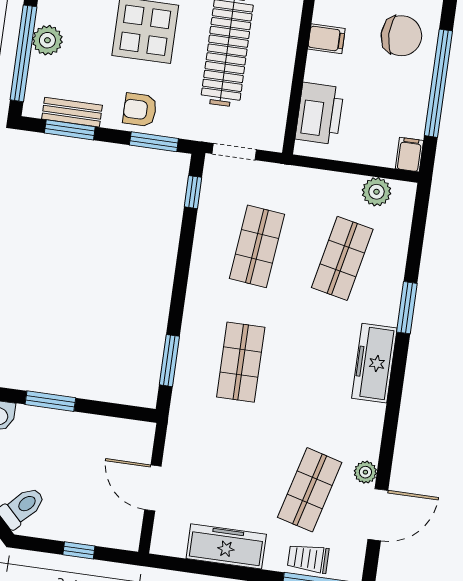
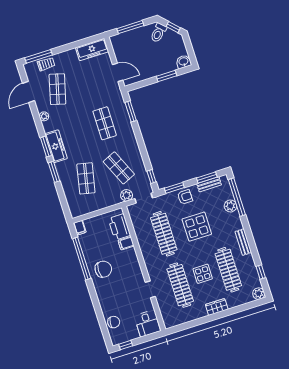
chair: (401, 36) -> (103, 269), turned 180
filing cabinet: (326, 39) -> (126, 243), moved
plant: (376, 192) -> (127, 195), moved
shop shelf: (257, 246) -> (119, 168), turned -30
window: (398, 373) -> (46, 147), added
plant: (365, 472) -> (44, 116), moved
door: (153, 488) -> (118, 72), moved
freezer: (226, 546) -> (92, 50), moved
window: (79, 550) -> (130, 27), width x2.17

